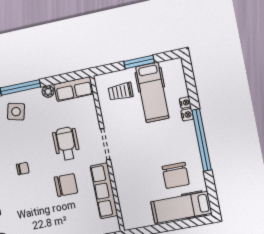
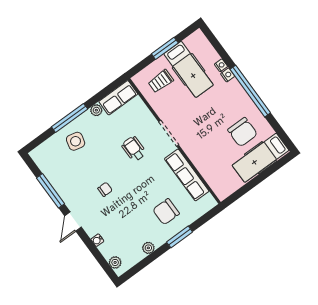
wheelchair: (66, 144) -> (134, 149), width x0.73, depth x0.73
chair: (66, 185) -> (166, 212), moved, turned 180

